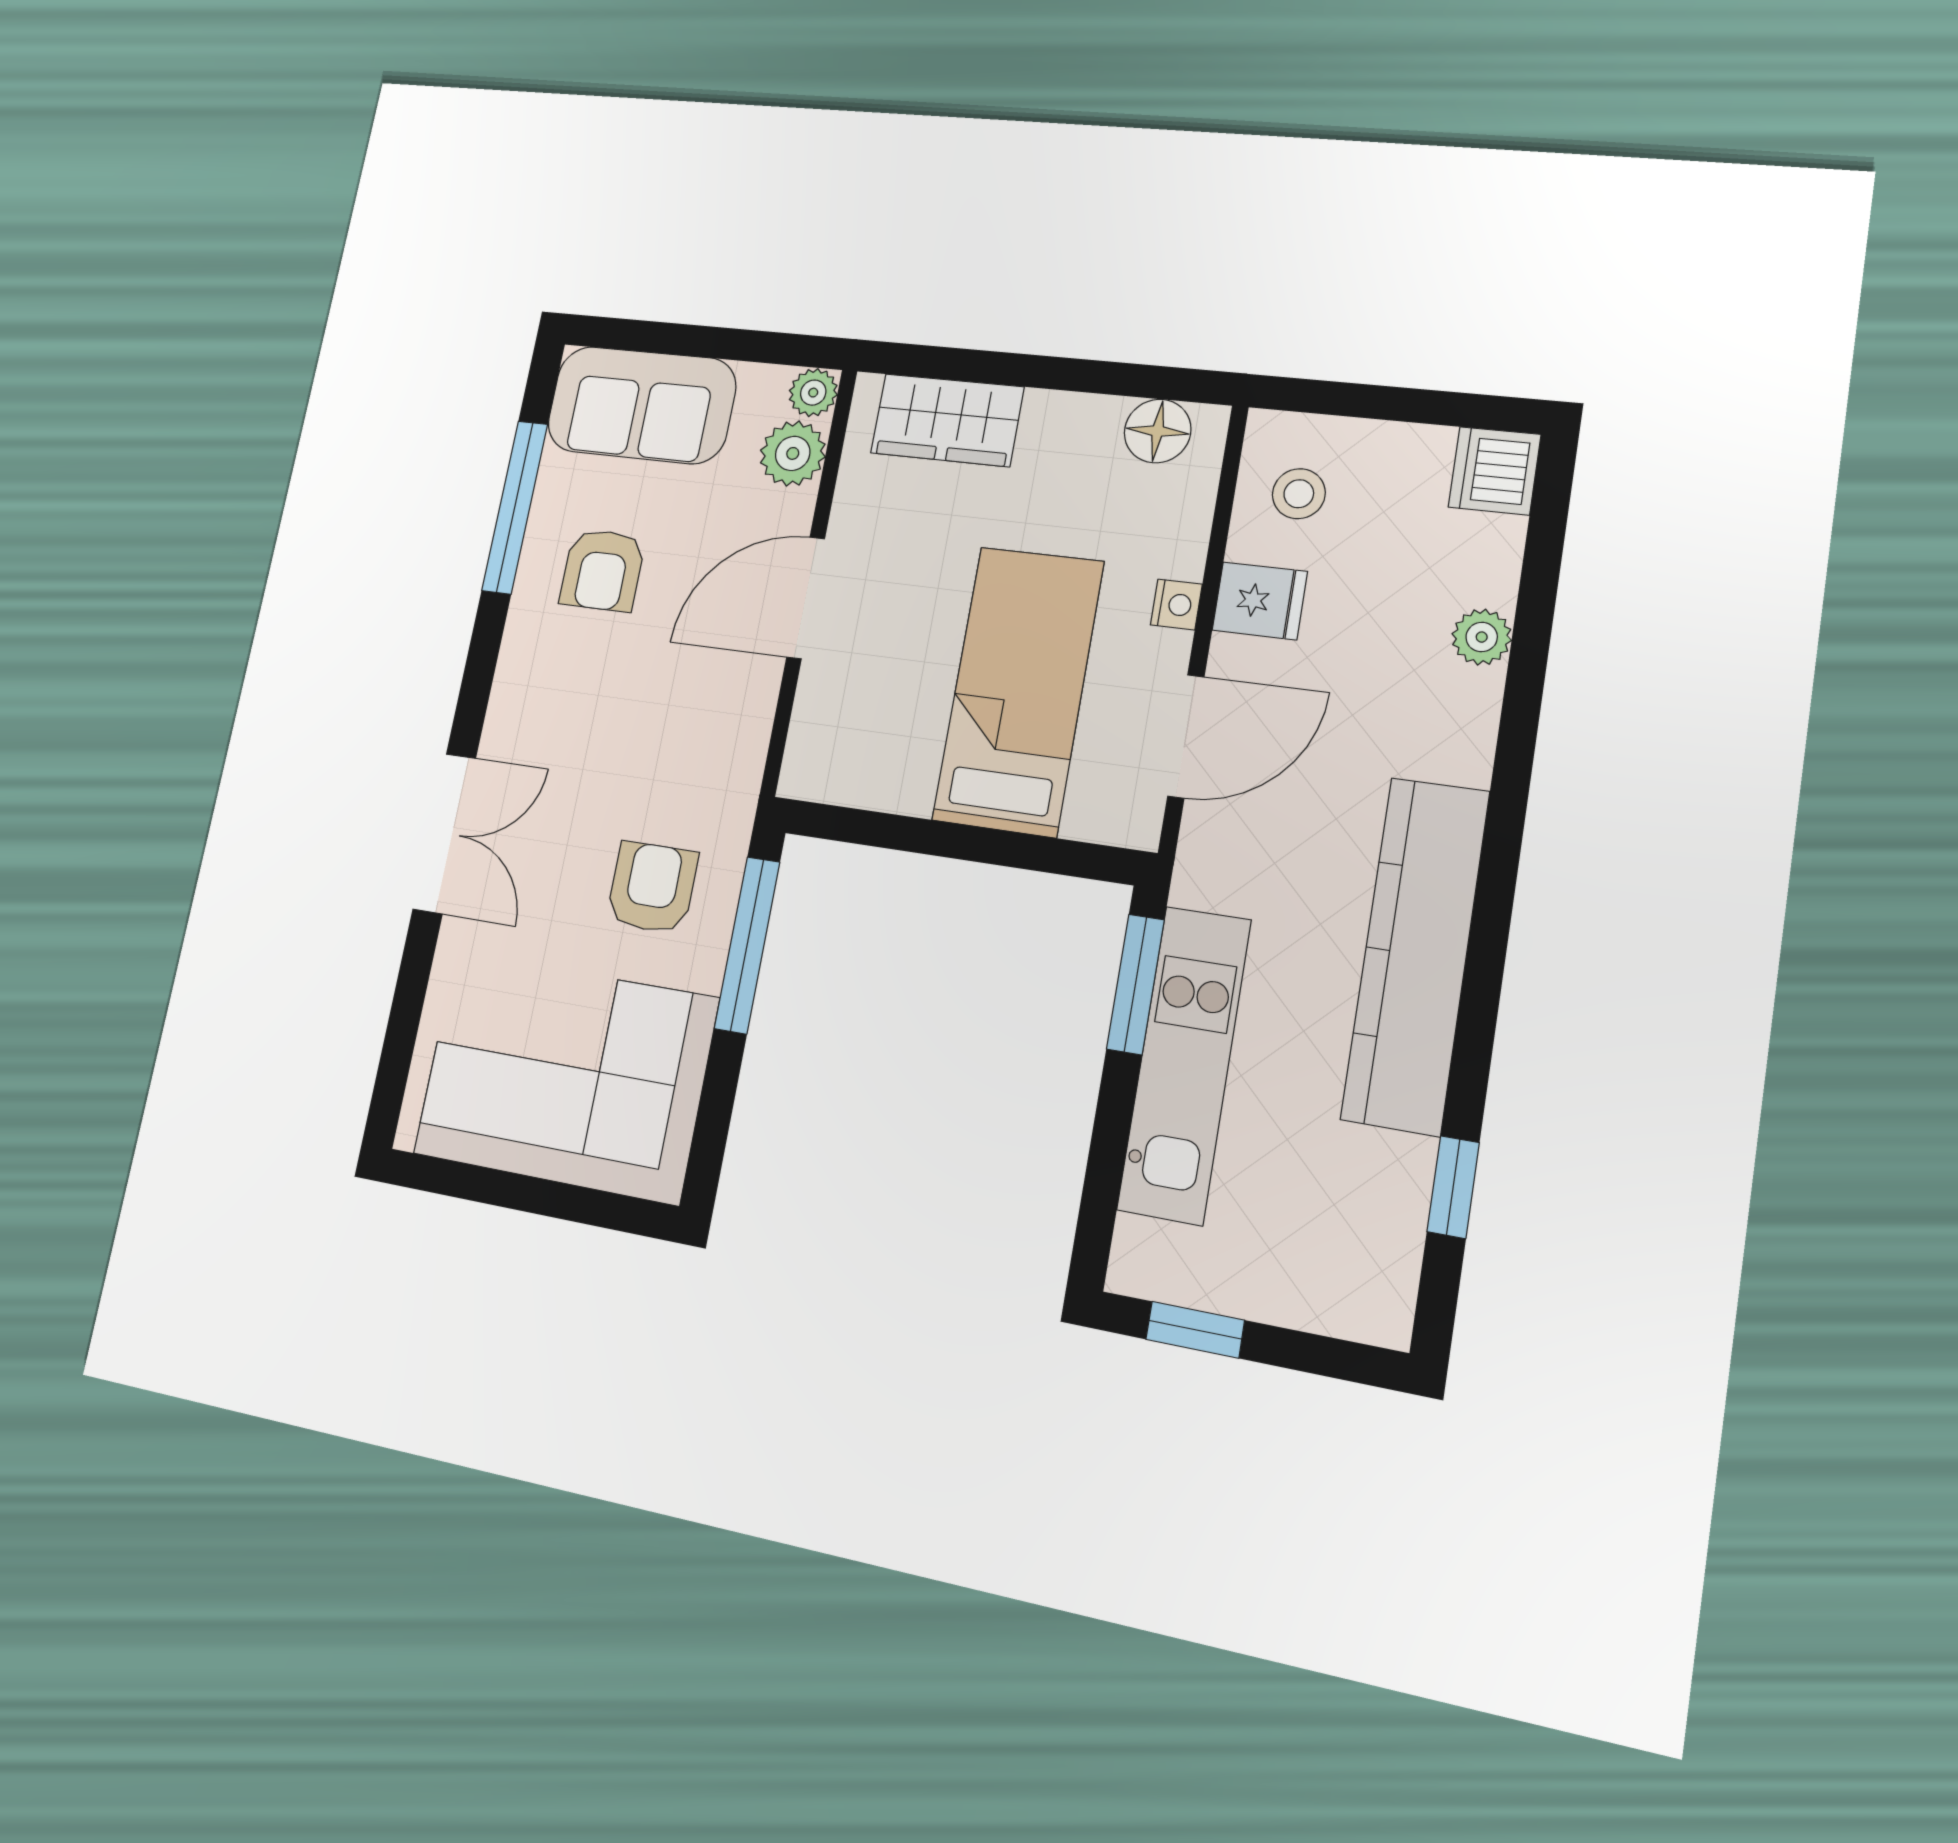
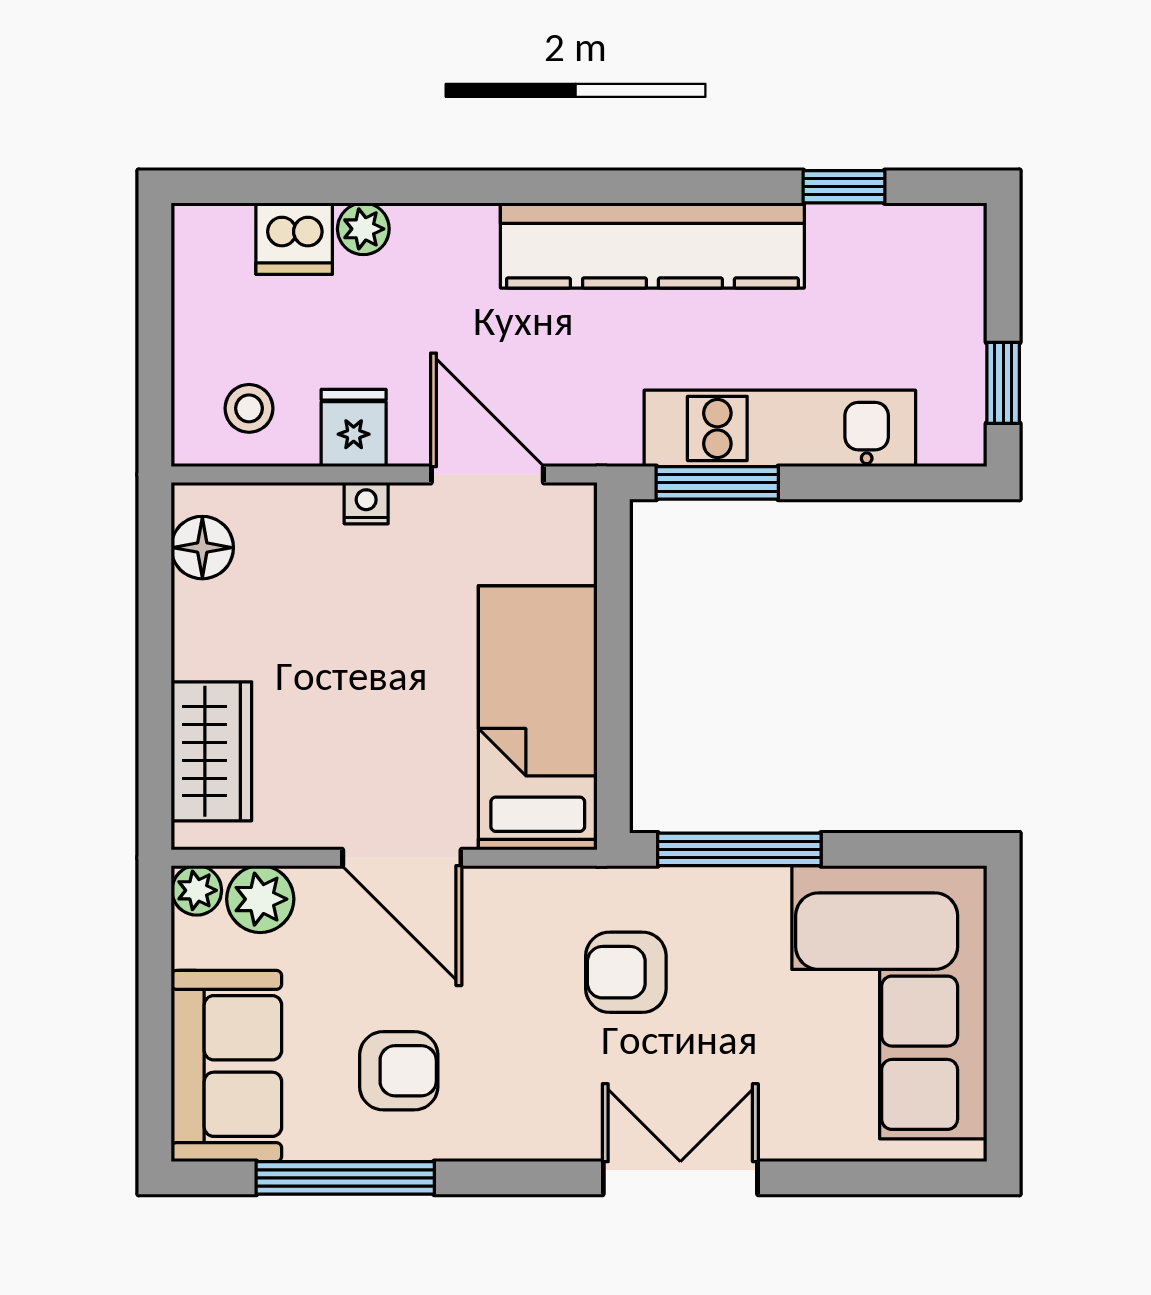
dishwasher: (1494, 471) -> (294, 239), moved
bed: (1018, 690) -> (538, 718), moved, turned 90
armchair: (652, 888) -> (626, 972), moved

